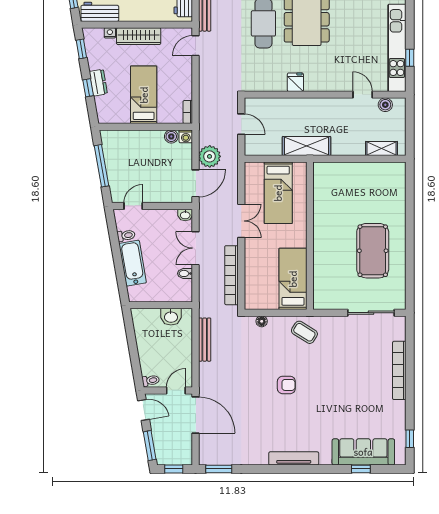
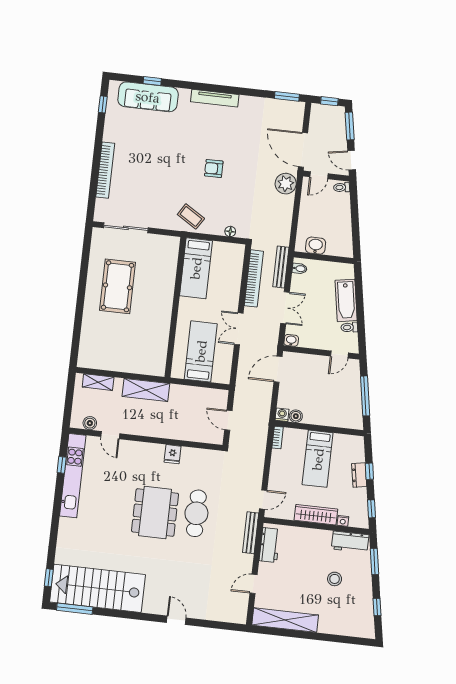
shelving: (307, 146) -> (146, 390), moved
plant: (210, 156) -> (286, 184), moved
bidet: (185, 273) -> (300, 269), moved
bench: (205, 340) -> (281, 267), moved

